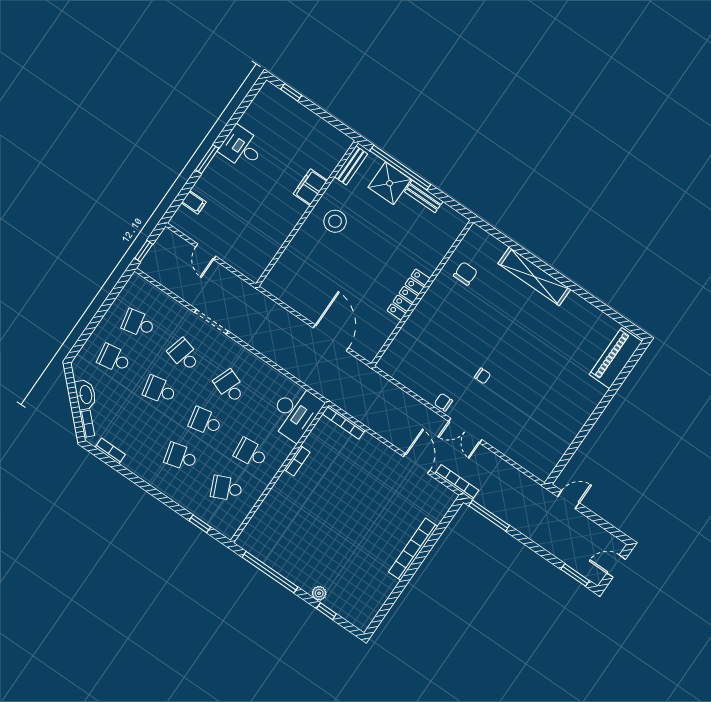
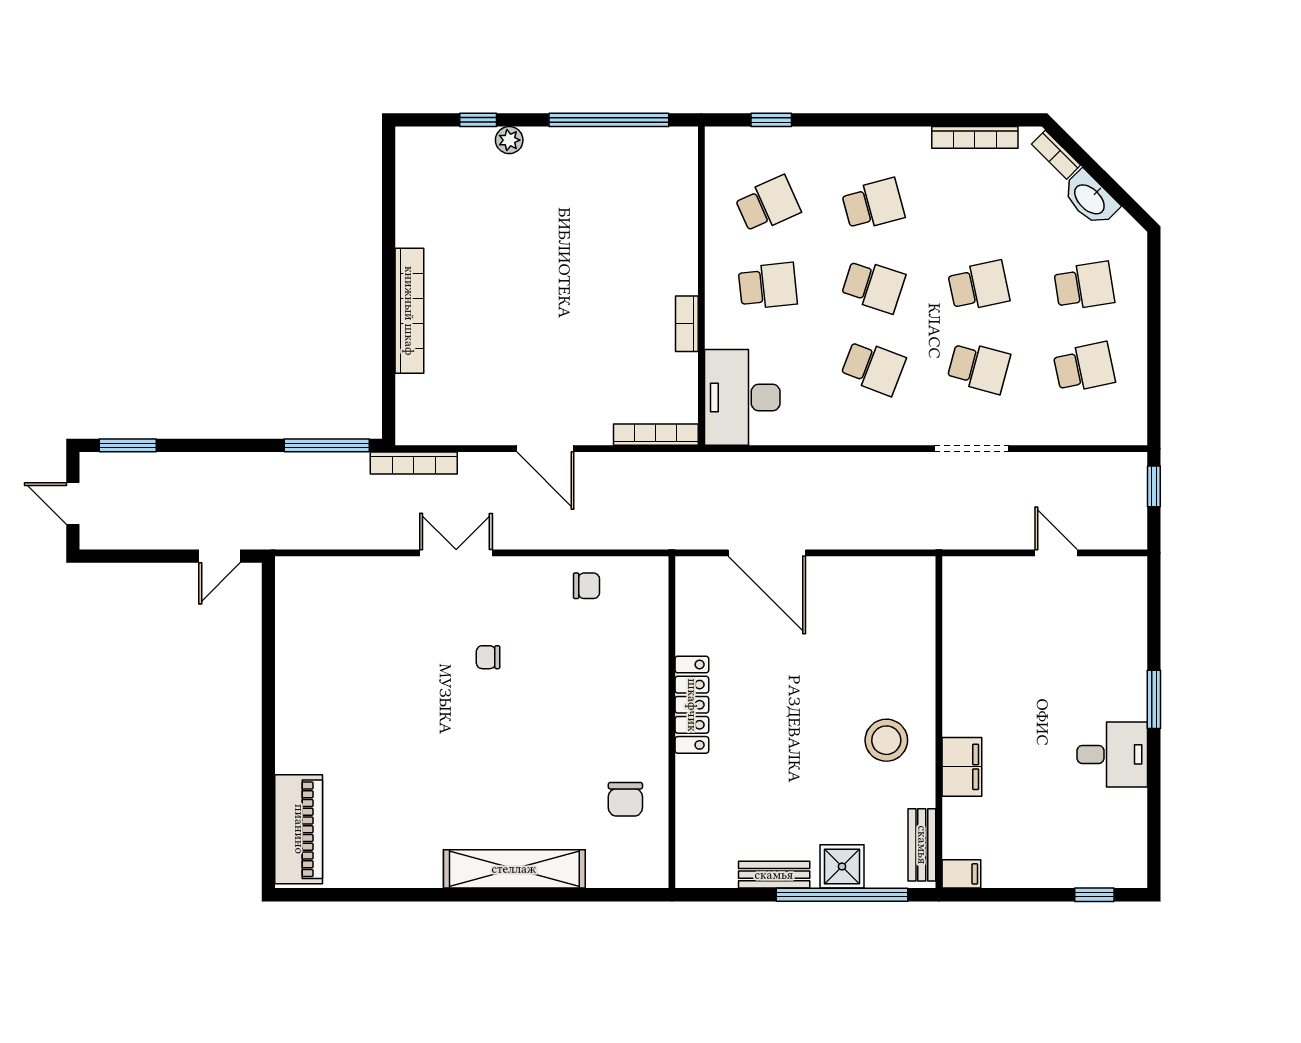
shower: (390, 183) -> (842, 866), width x0.73, depth x0.73
filing cabinet: (194, 202) -> (961, 874), moved, turned 180
chair: (443, 402) -> (587, 586), moved
school desk: (205, 422) -> (873, 286), turned 30
bookcase: (110, 451) -> (975, 137), width x1.56
door: (417, 463) -> (545, 449), moved
door: (616, 566) -> (73, 504), swing flipped

